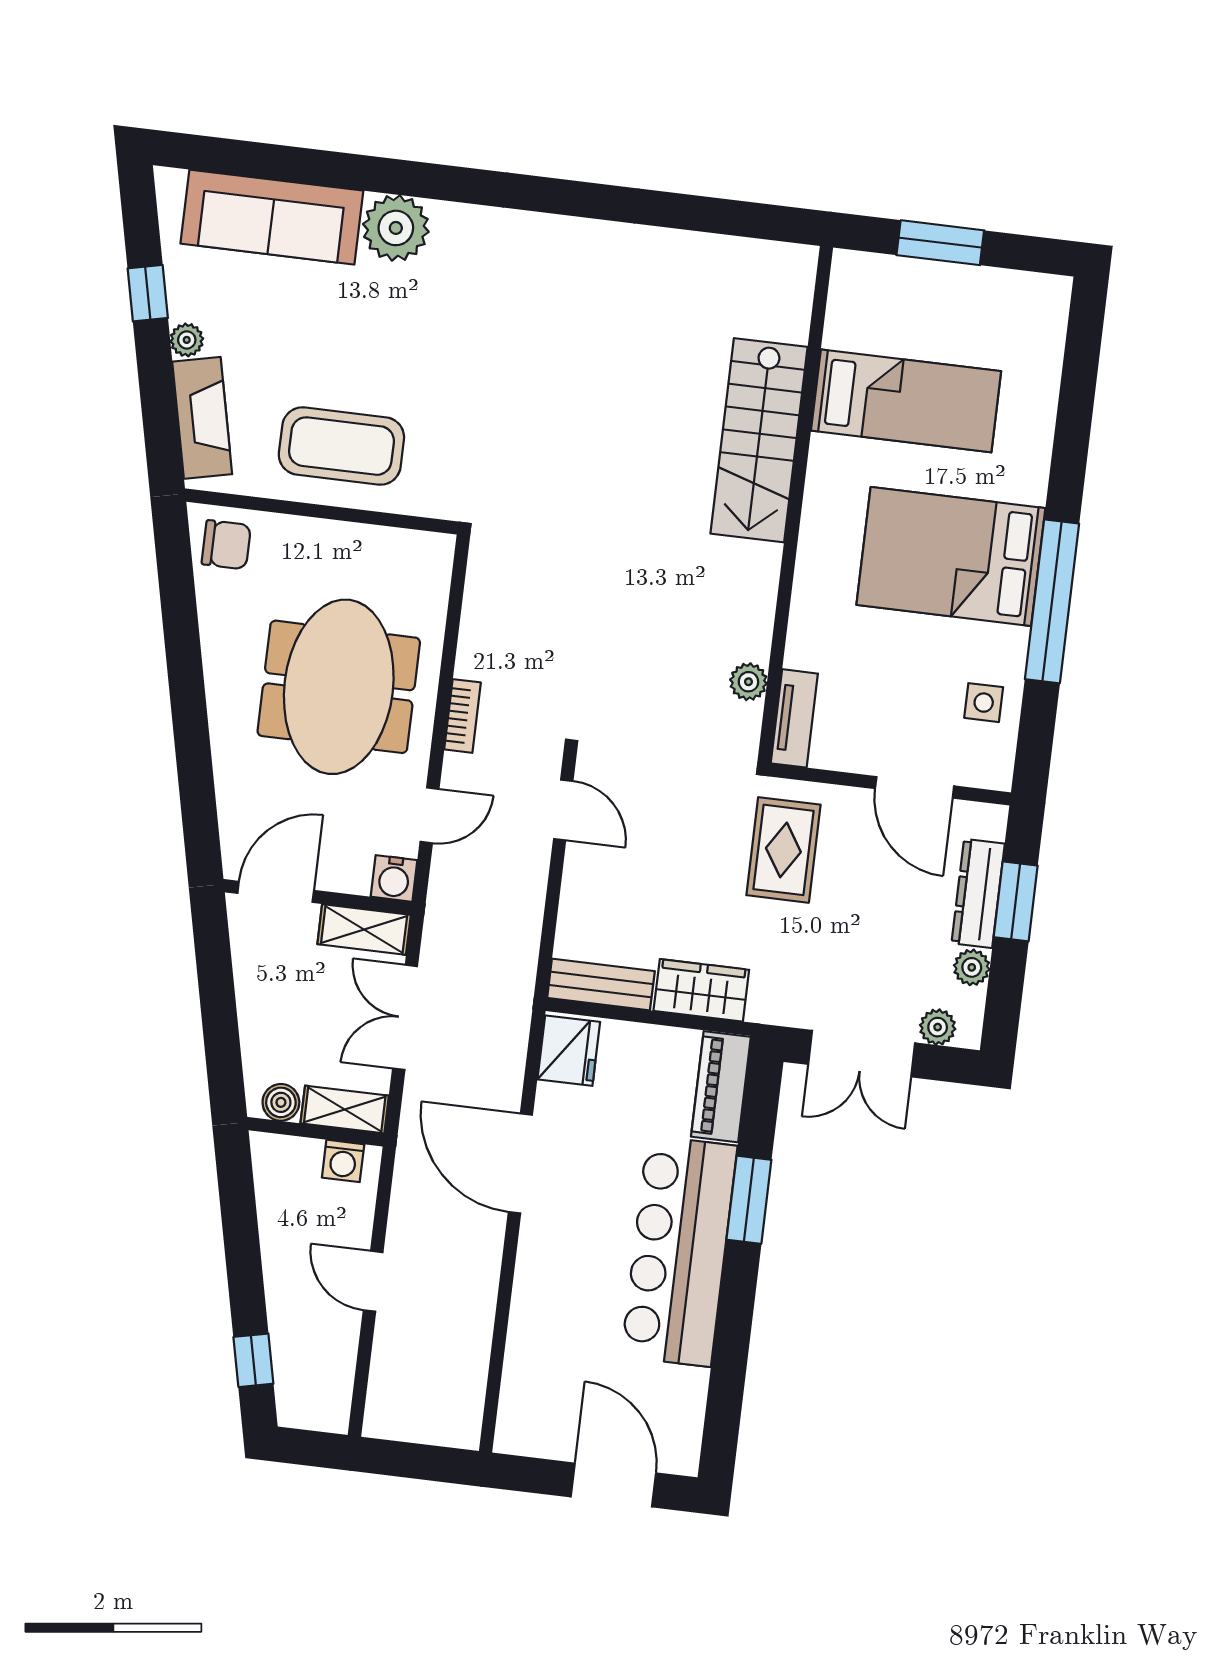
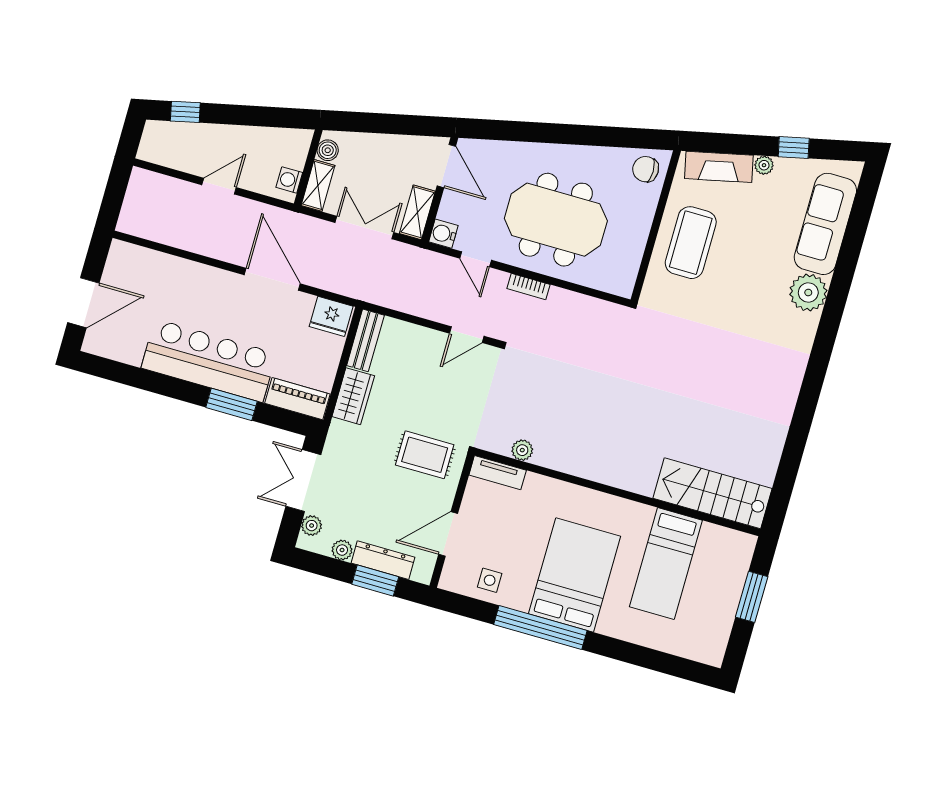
stairs: (759, 440) -> (712, 493), moved
chair: (226, 545) -> (646, 169), turned 90
door: (520, 1163) -> (272, 279), hinge flipped

